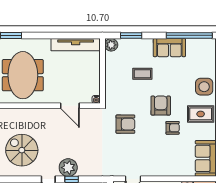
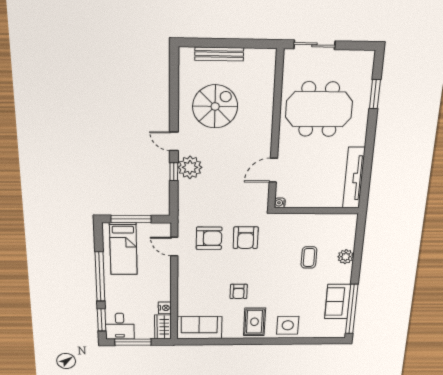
window: (131, 35) -> (359, 245), removed
plant: (111, 45) -> (346, 257), moved
sofa: (169, 48) -> (338, 302), moved
armchair: (161, 106) -> (209, 238), moved

